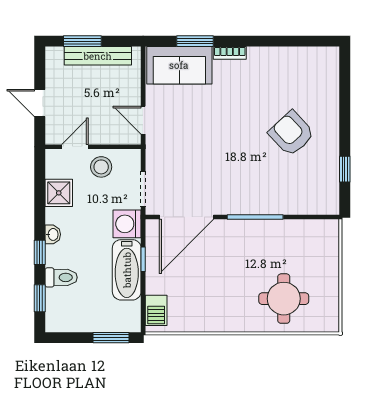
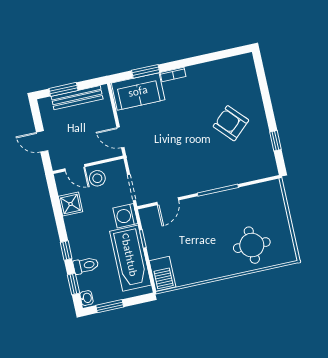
door: (75, 147) -> (75, 168), swing flipped
door: (187, 217) -> (168, 201), width x0.53
washbasin: (53, 234) -> (87, 298), moved
bathtub: (127, 270) -> (130, 258), width x1.36, depth x1.36
barbecue: (156, 310) -> (163, 274), width x1.38, depth x1.27
window: (111, 338) -> (110, 306), moved

